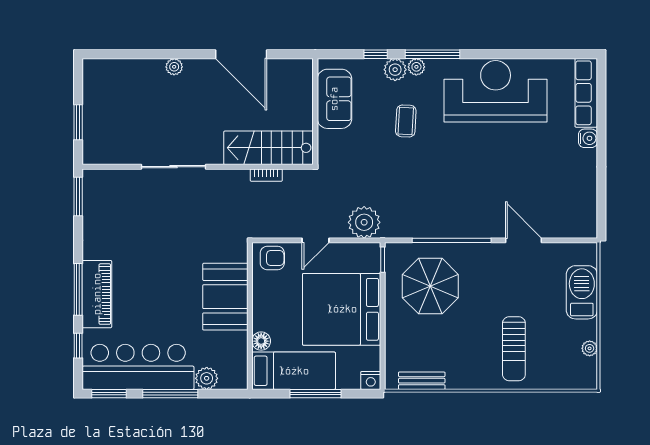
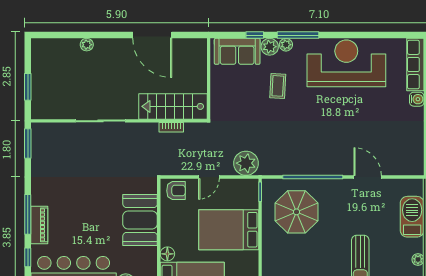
plant: (174, 67) -> (87, 45), moved
sofa: (334, 99) -> (237, 51), moved, turned 90
piano: (97, 294) -> (39, 225), width x0.73, depth x0.75
bed: (342, 309) -> (229, 230), width x0.73

